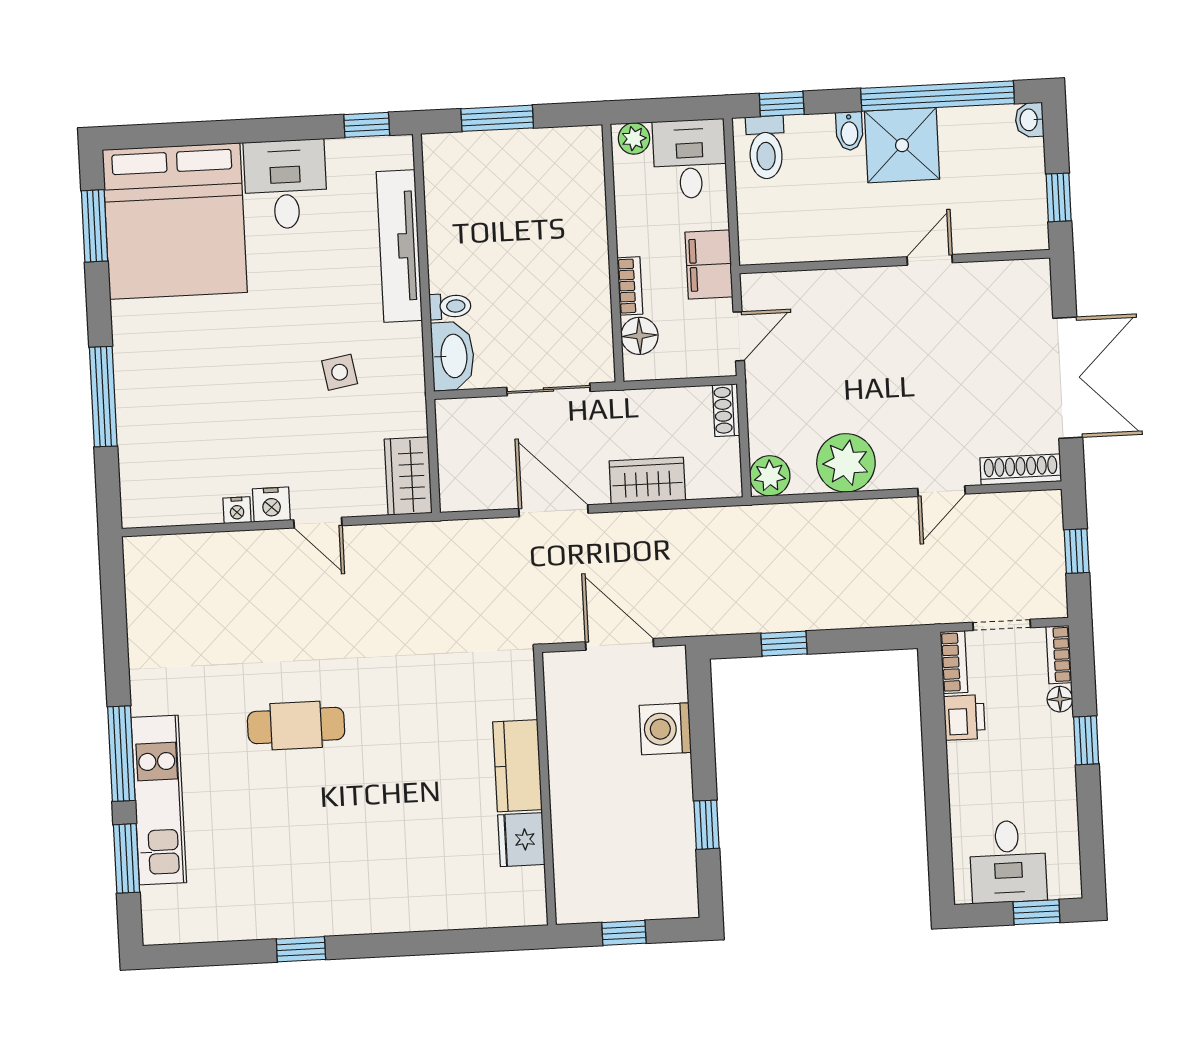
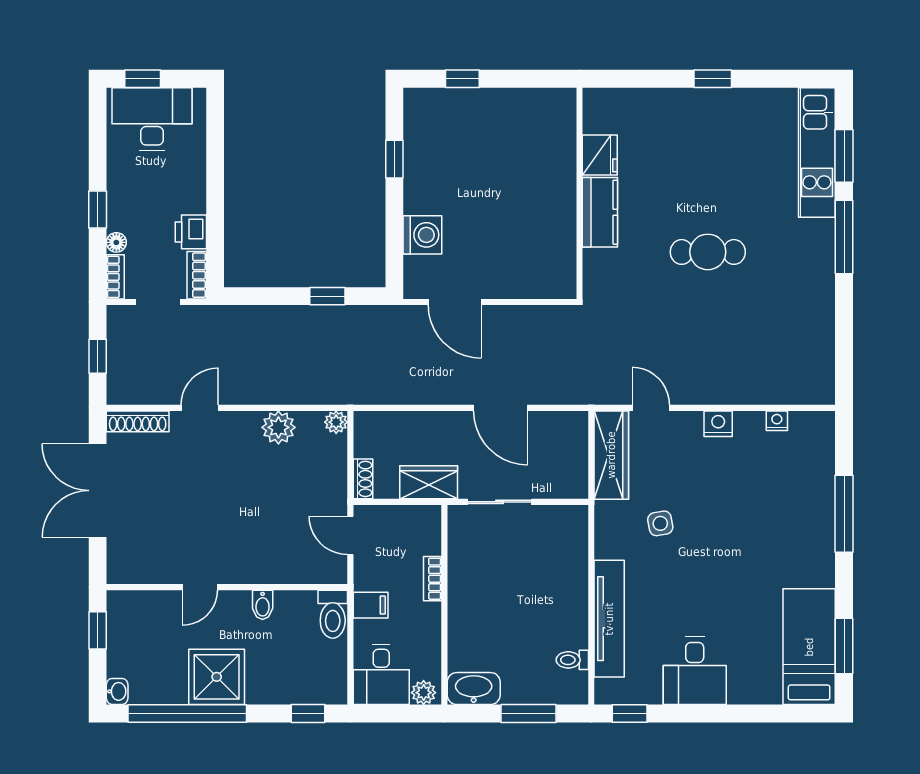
bidet: (849, 131) -> (263, 605), moved, turned 180
toilet: (766, 147) -> (333, 614), moved, turned 180
bed: (175, 221) -> (809, 647), width x0.49
filing cabinet: (709, 265) -> (371, 605), width x0.50
toilet: (450, 306) -> (572, 660), moved
floor lamp: (639, 336) -> (427, 540), removed
door: (739, 336) -> (350, 535), hinge flipped
washbasin: (453, 356) -> (474, 689), moved, turned 90
plant: (846, 463) -> (278, 427), width x0.73, depth x0.73
wardrobe: (408, 476) -> (611, 455), width x1.50
plant: (770, 476) -> (336, 422), width x0.73, depth x0.73
wardrobe: (647, 481) -> (429, 482), moved, turned 180
nightstand: (237, 510) -> (777, 421), moved
door: (318, 523) -> (651, 408), moved
kitchen counter: (517, 766) -> (600, 212), moved
wall: (545, 789) -> (580, 193), moved
kitchen unit: (159, 800) -> (817, 152), moved
fridge: (521, 840) -> (600, 155), moved
desk: (1008, 862) -> (152, 119), width x1.37

